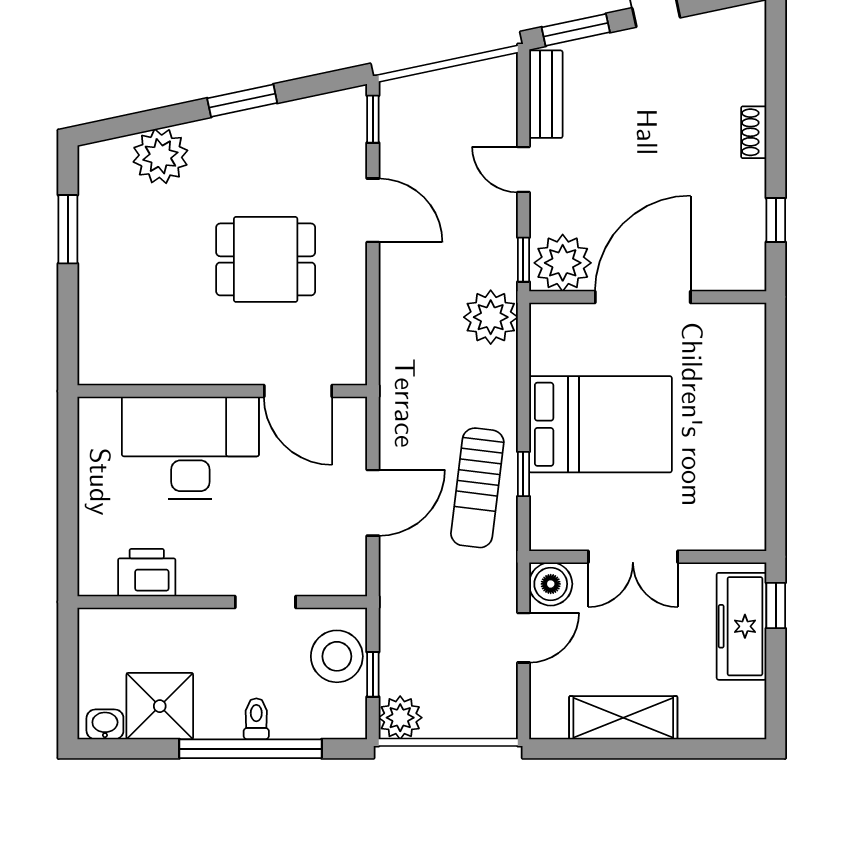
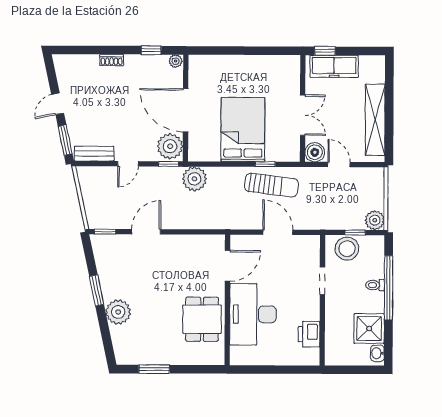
plant: (160, 156) -> (118, 312), moved
dining table: (266, 259) -> (202, 319), moved
plant: (752, 274) -> (176, 61), added
shelving: (623, 718) -> (375, 120), width x1.47

